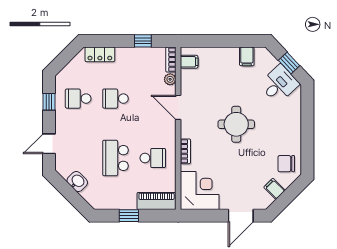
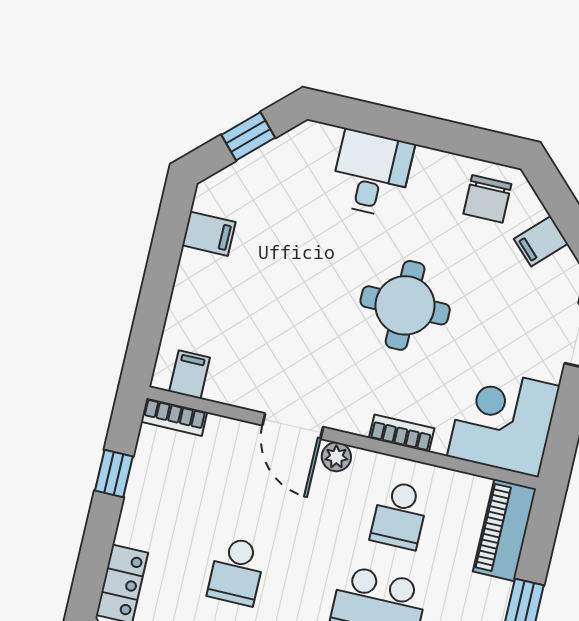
plant: (170, 79) -> (336, 457), moved
desk: (279, 84) -> (372, 173), moved, turned 43
door: (178, 107) -> (293, 426), hinge flipped
round table: (236, 124) -> (405, 305), moved
school desk: (153, 158) -> (399, 515), turned 180

